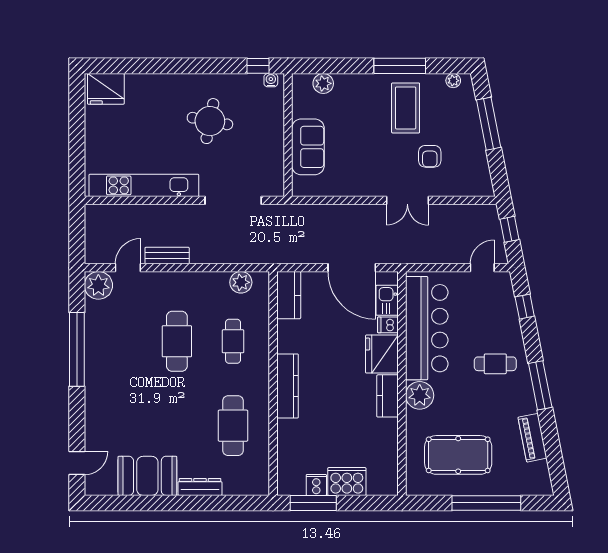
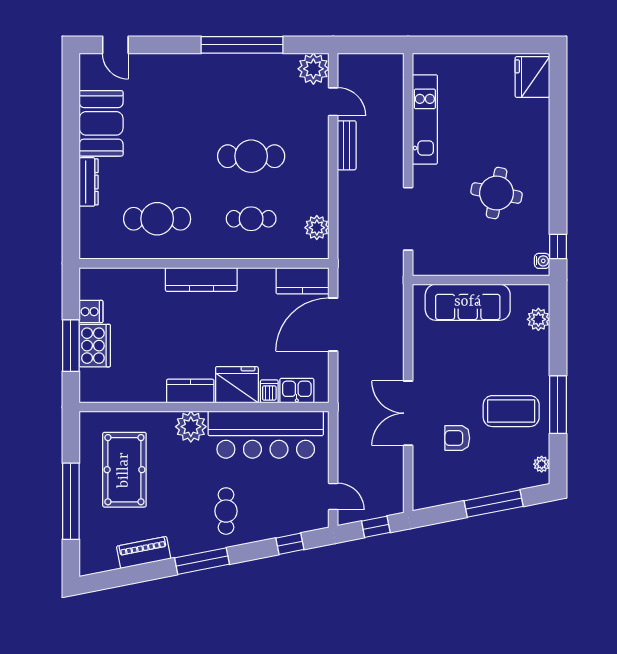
sofa: (308, 147) -> (468, 302), width x1.36
kitchen unit: (144, 185) -> (425, 119), width x0.73
double door: (407, 200) -> (408, 413), width x1.37
door: (352, 268) -> (333, 325), moved
window: (313, 503) -> (71, 346), moved

